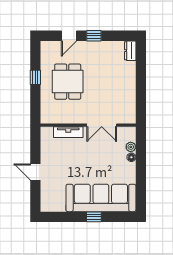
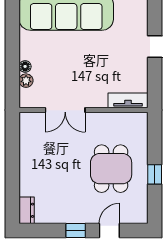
double door: (102, 125) -> (65, 110), swing flipped
tv unit: (68, 132) -> (128, 100), moved

